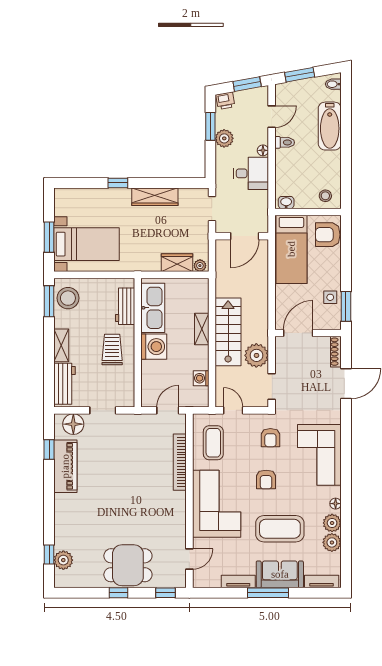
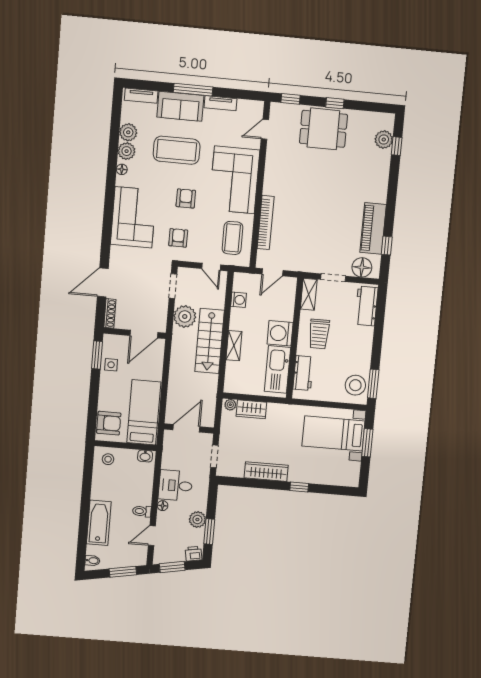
shelving: (61, 345) -> (309, 294), moved

